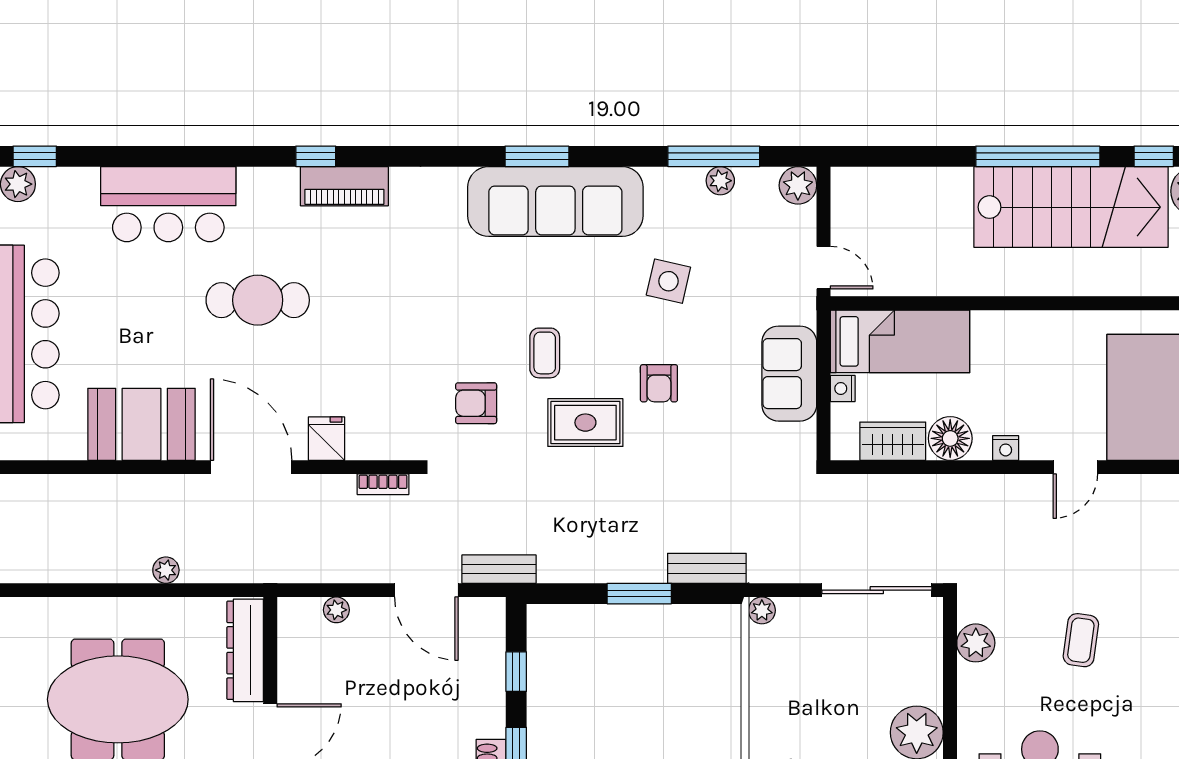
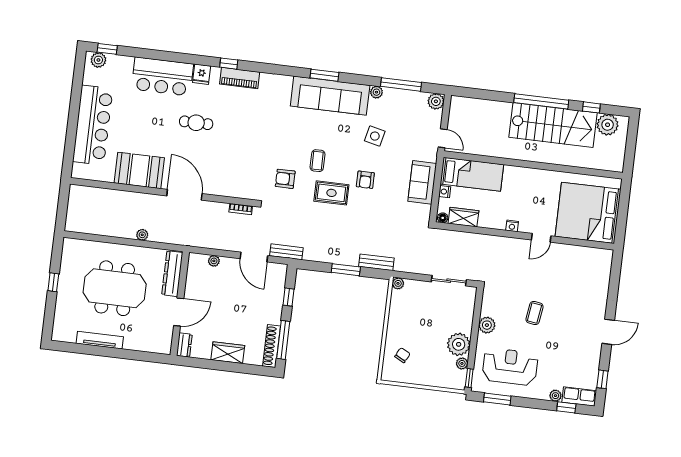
plant: (720, 181) -> (376, 92), moved
cafe table: (258, 300) -> (196, 123), width x0.73, depth x0.74
floor lamp: (950, 438) -> (443, 218), moved, width x0.53, depth x0.53
fridge: (327, 439) -> (202, 74), moved, turned 180
sliding door: (877, 590) -> (449, 281), width x0.73
plant: (976, 643) -> (487, 325), moved

